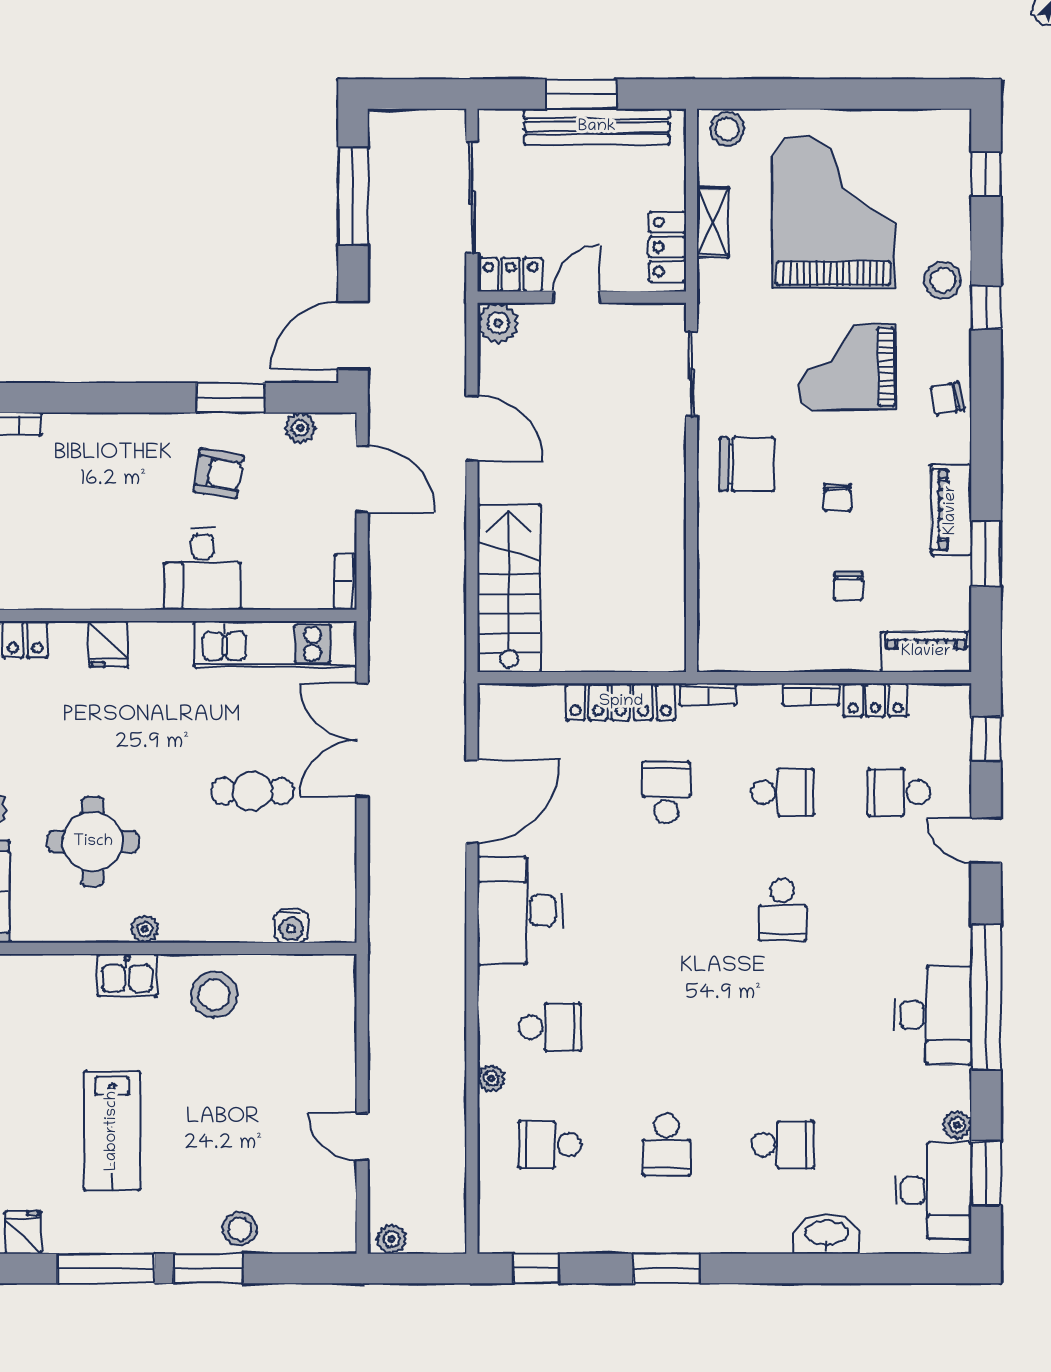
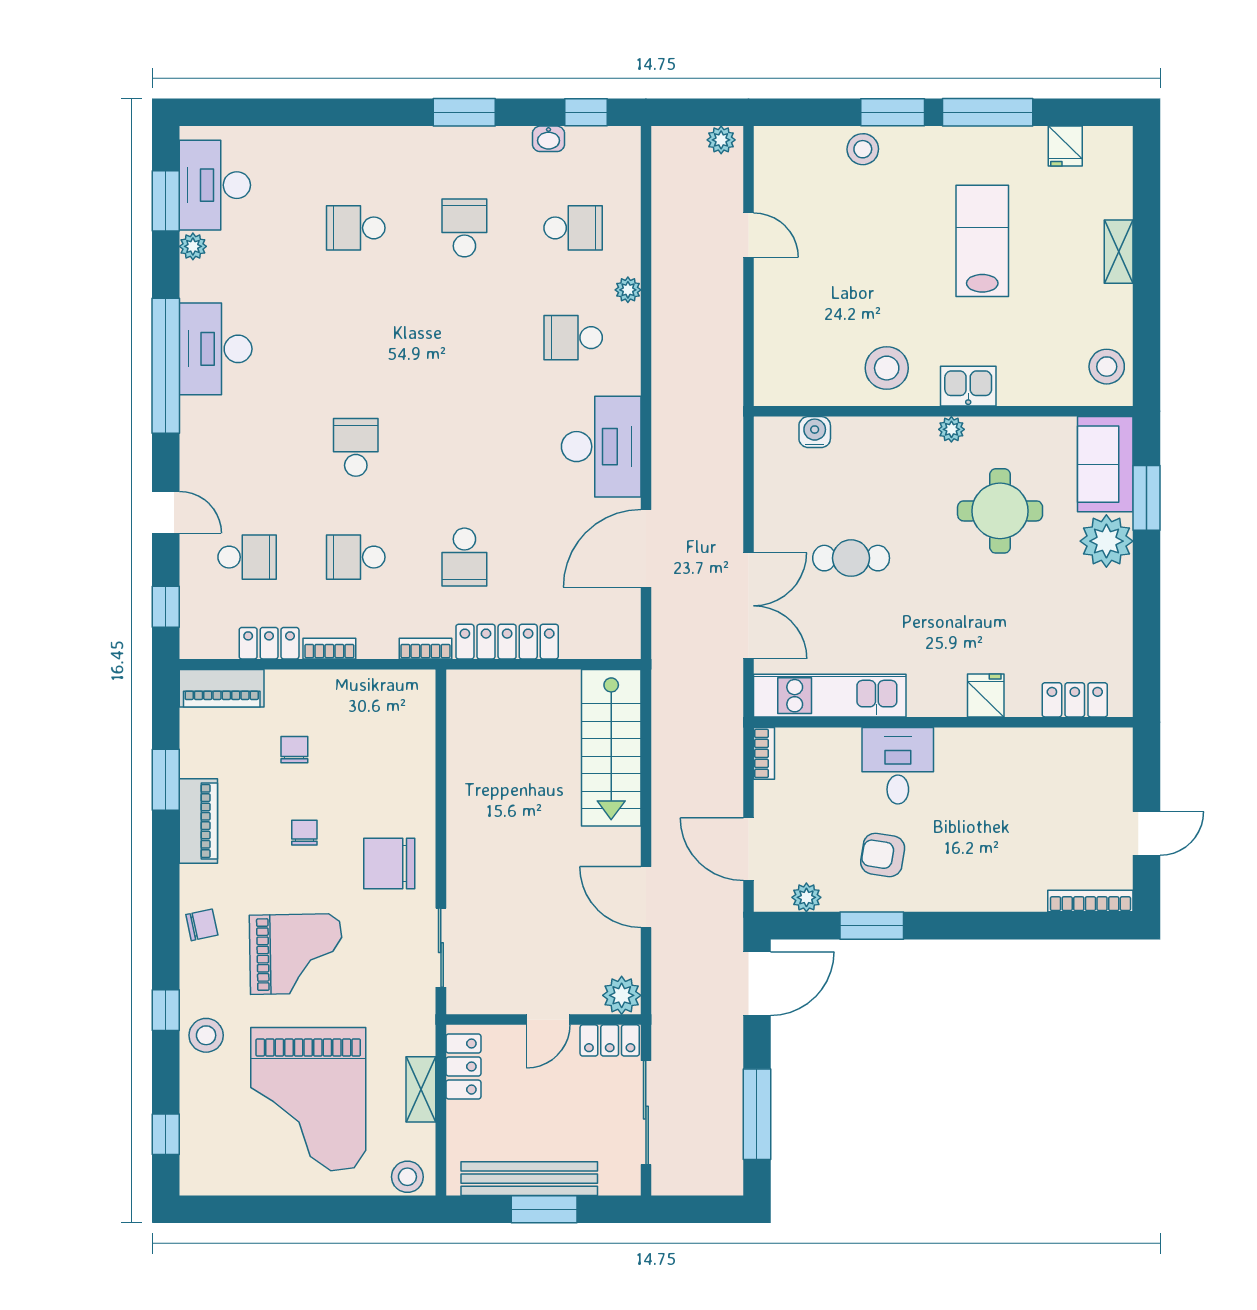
washbasin: (826, 1234) -> (549, 139), moved, width x0.52, depth x0.69

